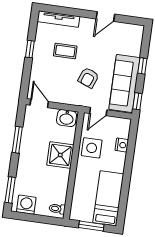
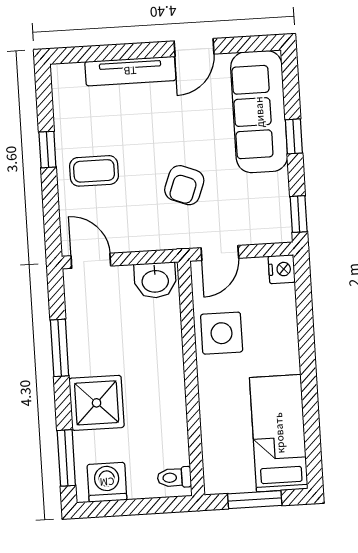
tv unit: (59, 19) -> (130, 71), moved
coffee table: (65, 51) -> (94, 171), moved
sofa: (124, 83) -> (259, 112), moved
nightstand: (122, 145) -> (282, 269), moved
shower: (60, 155) -> (97, 403), moved

